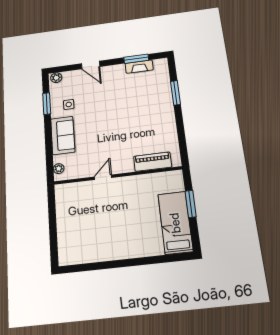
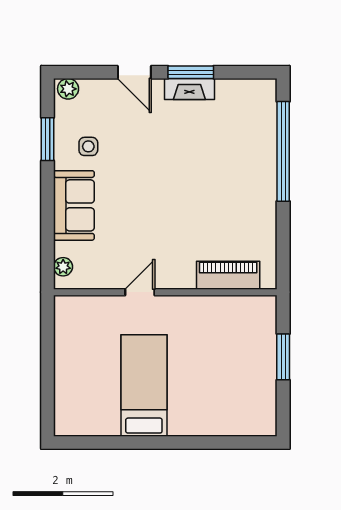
window: (136, 59) -> (191, 72), moved
fireplace: (139, 67) -> (189, 89), moved
window: (175, 93) -> (283, 151), width x2.11
bed: (175, 223) -> (144, 385), moved

